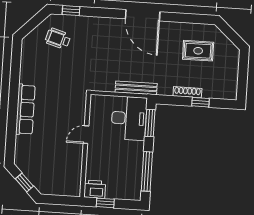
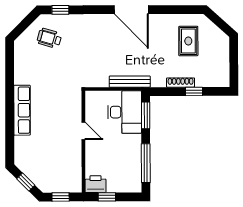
rug: (198, 51) -> (188, 41), turned 90
door: (86, 135) -> (83, 131), swing flipped
window: (59, 200) -> (61, 197), added

